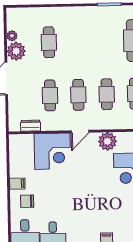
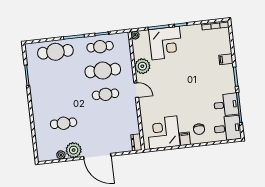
cafe table: (107, 94) -> (103, 71), width x1.37, depth x1.35
cafe table: (50, 95) -> (108, 118), removed
dresser: (31, 126) -> (136, 142), moved
corner desk: (52, 151) -> (163, 132), moved, turned -90

